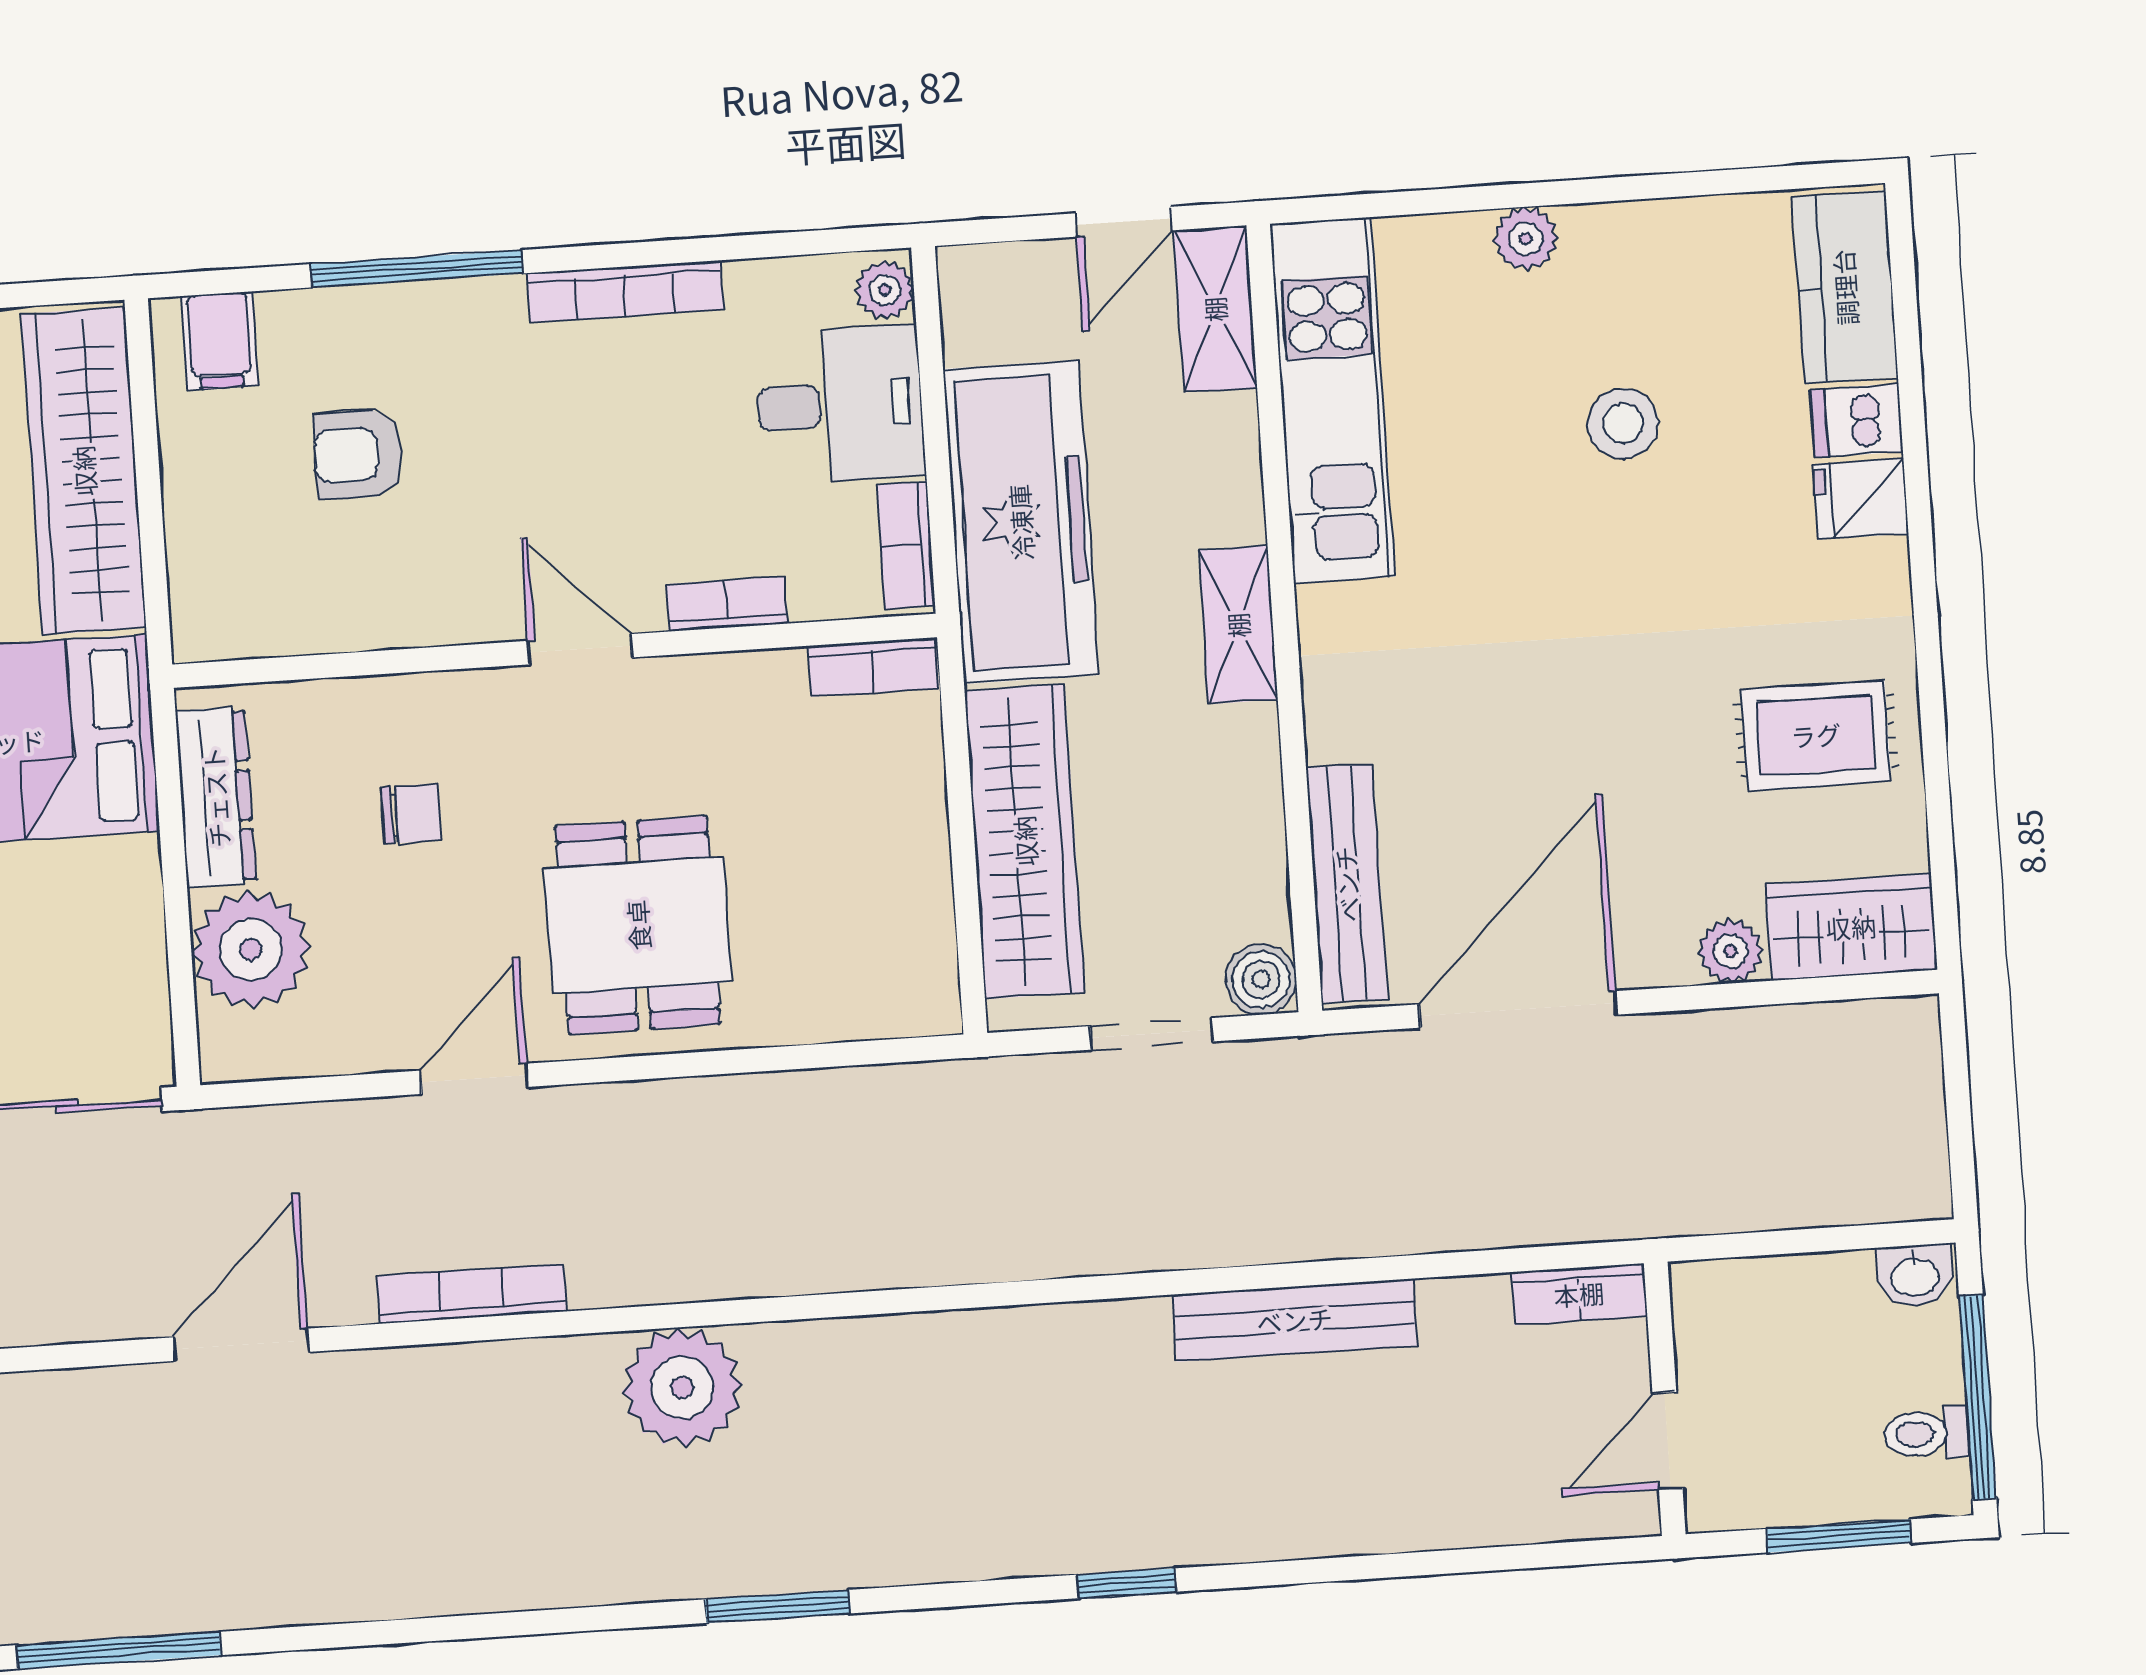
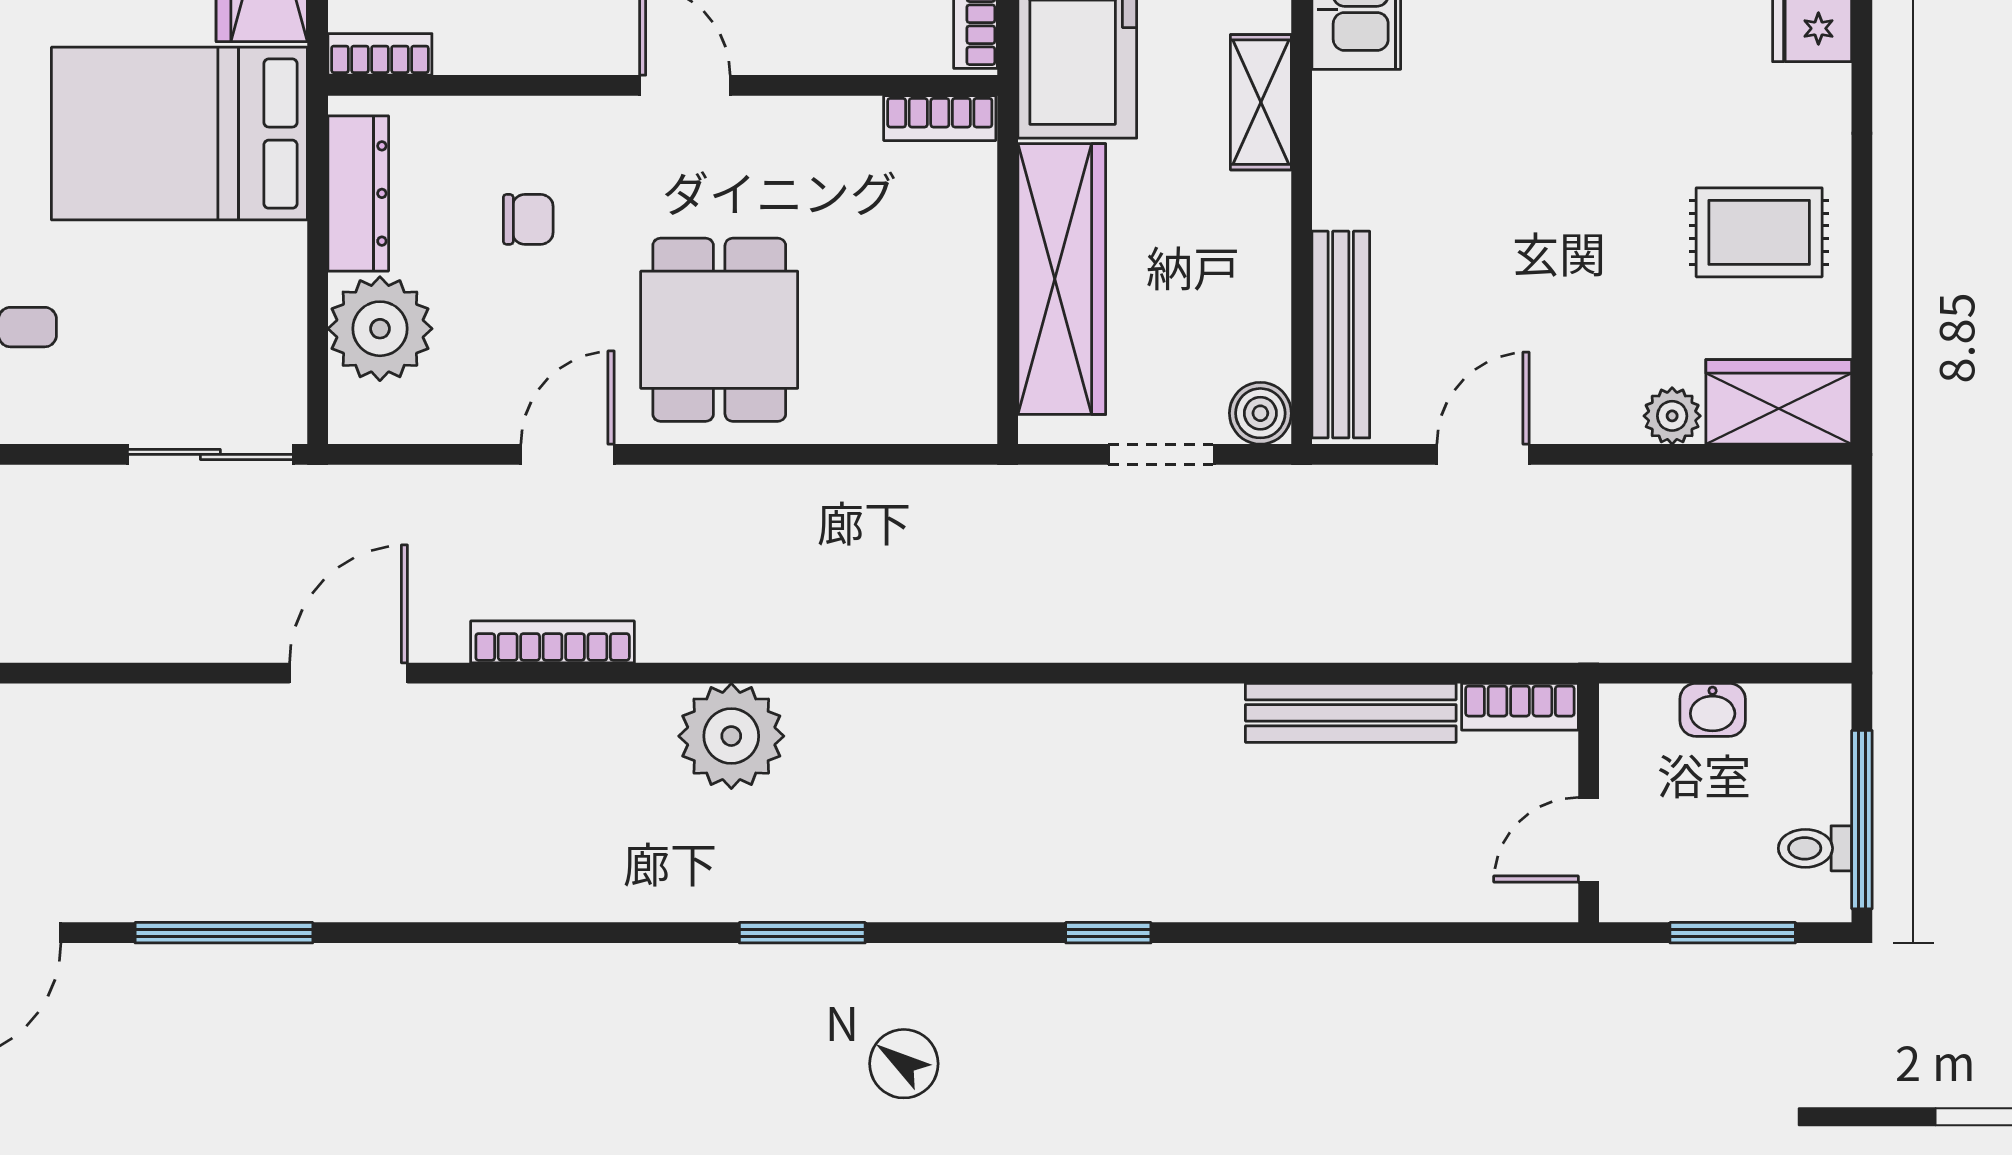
bookcase: (727, 604) -> (380, 54), moved
door: (1518, 1009) -> (1483, 454), width x0.53
washbasin: (1915, 1276) -> (1713, 710), moved
bench: (1295, 1320) -> (1351, 713), moved

